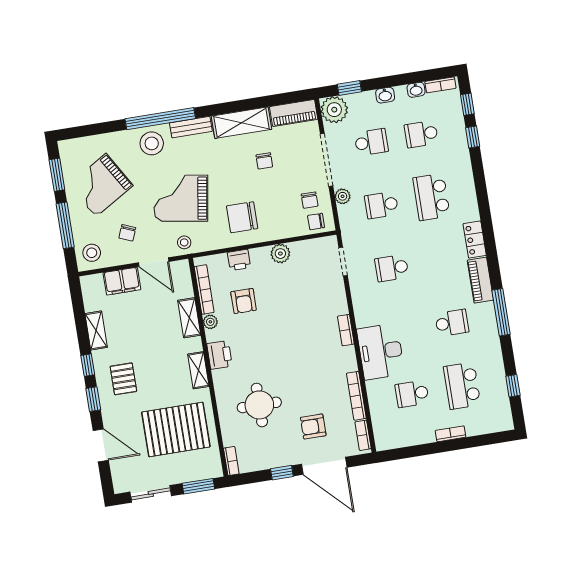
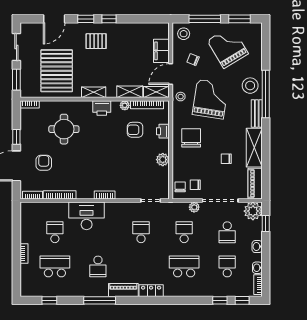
shelving: (96, 330) -> (156, 92), moved

